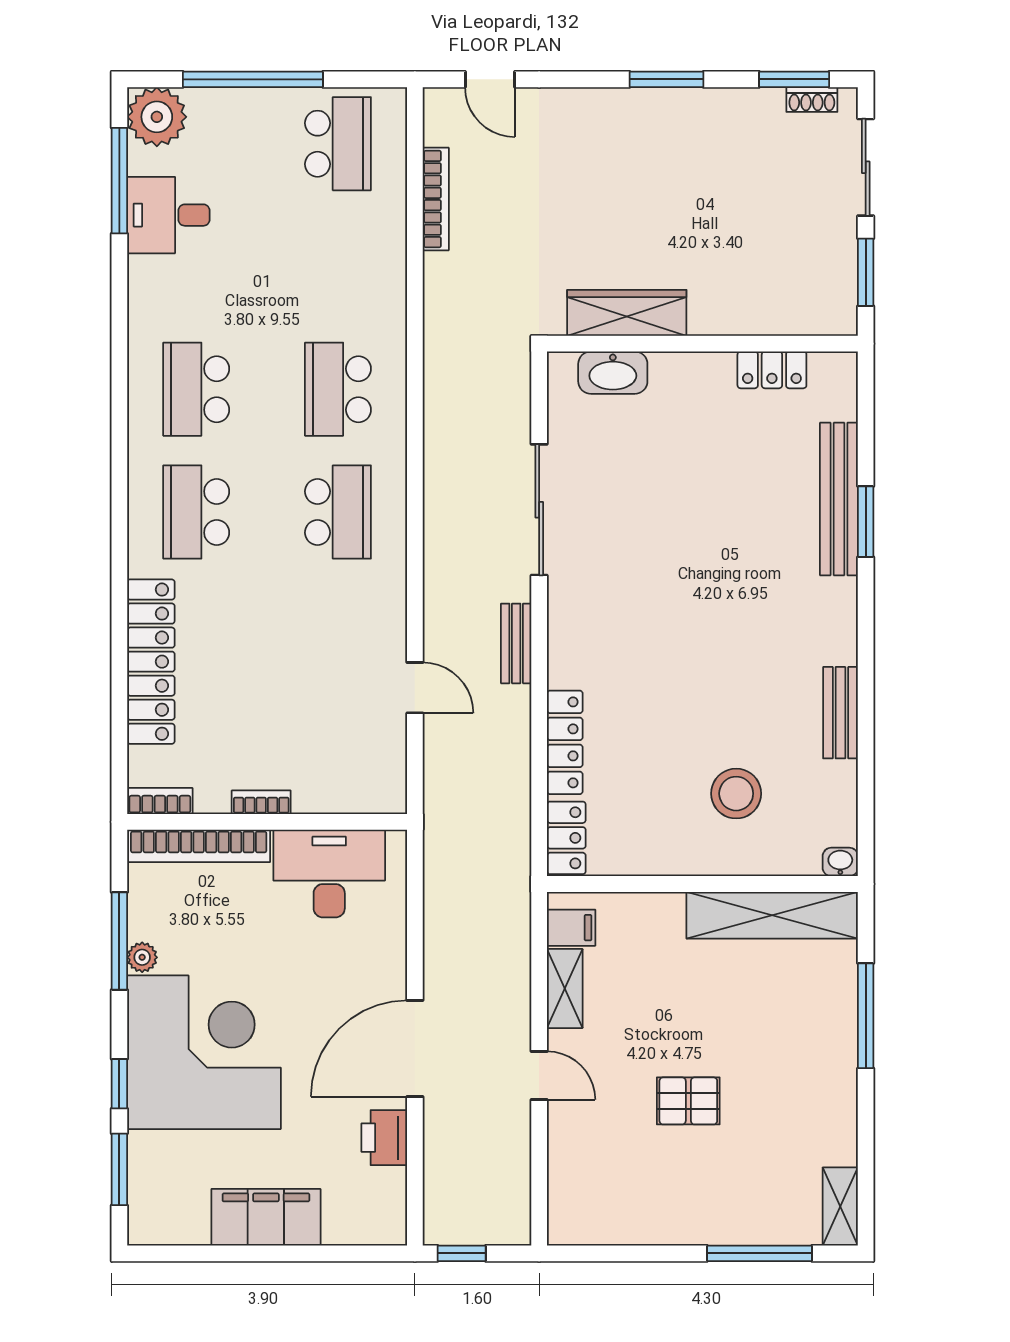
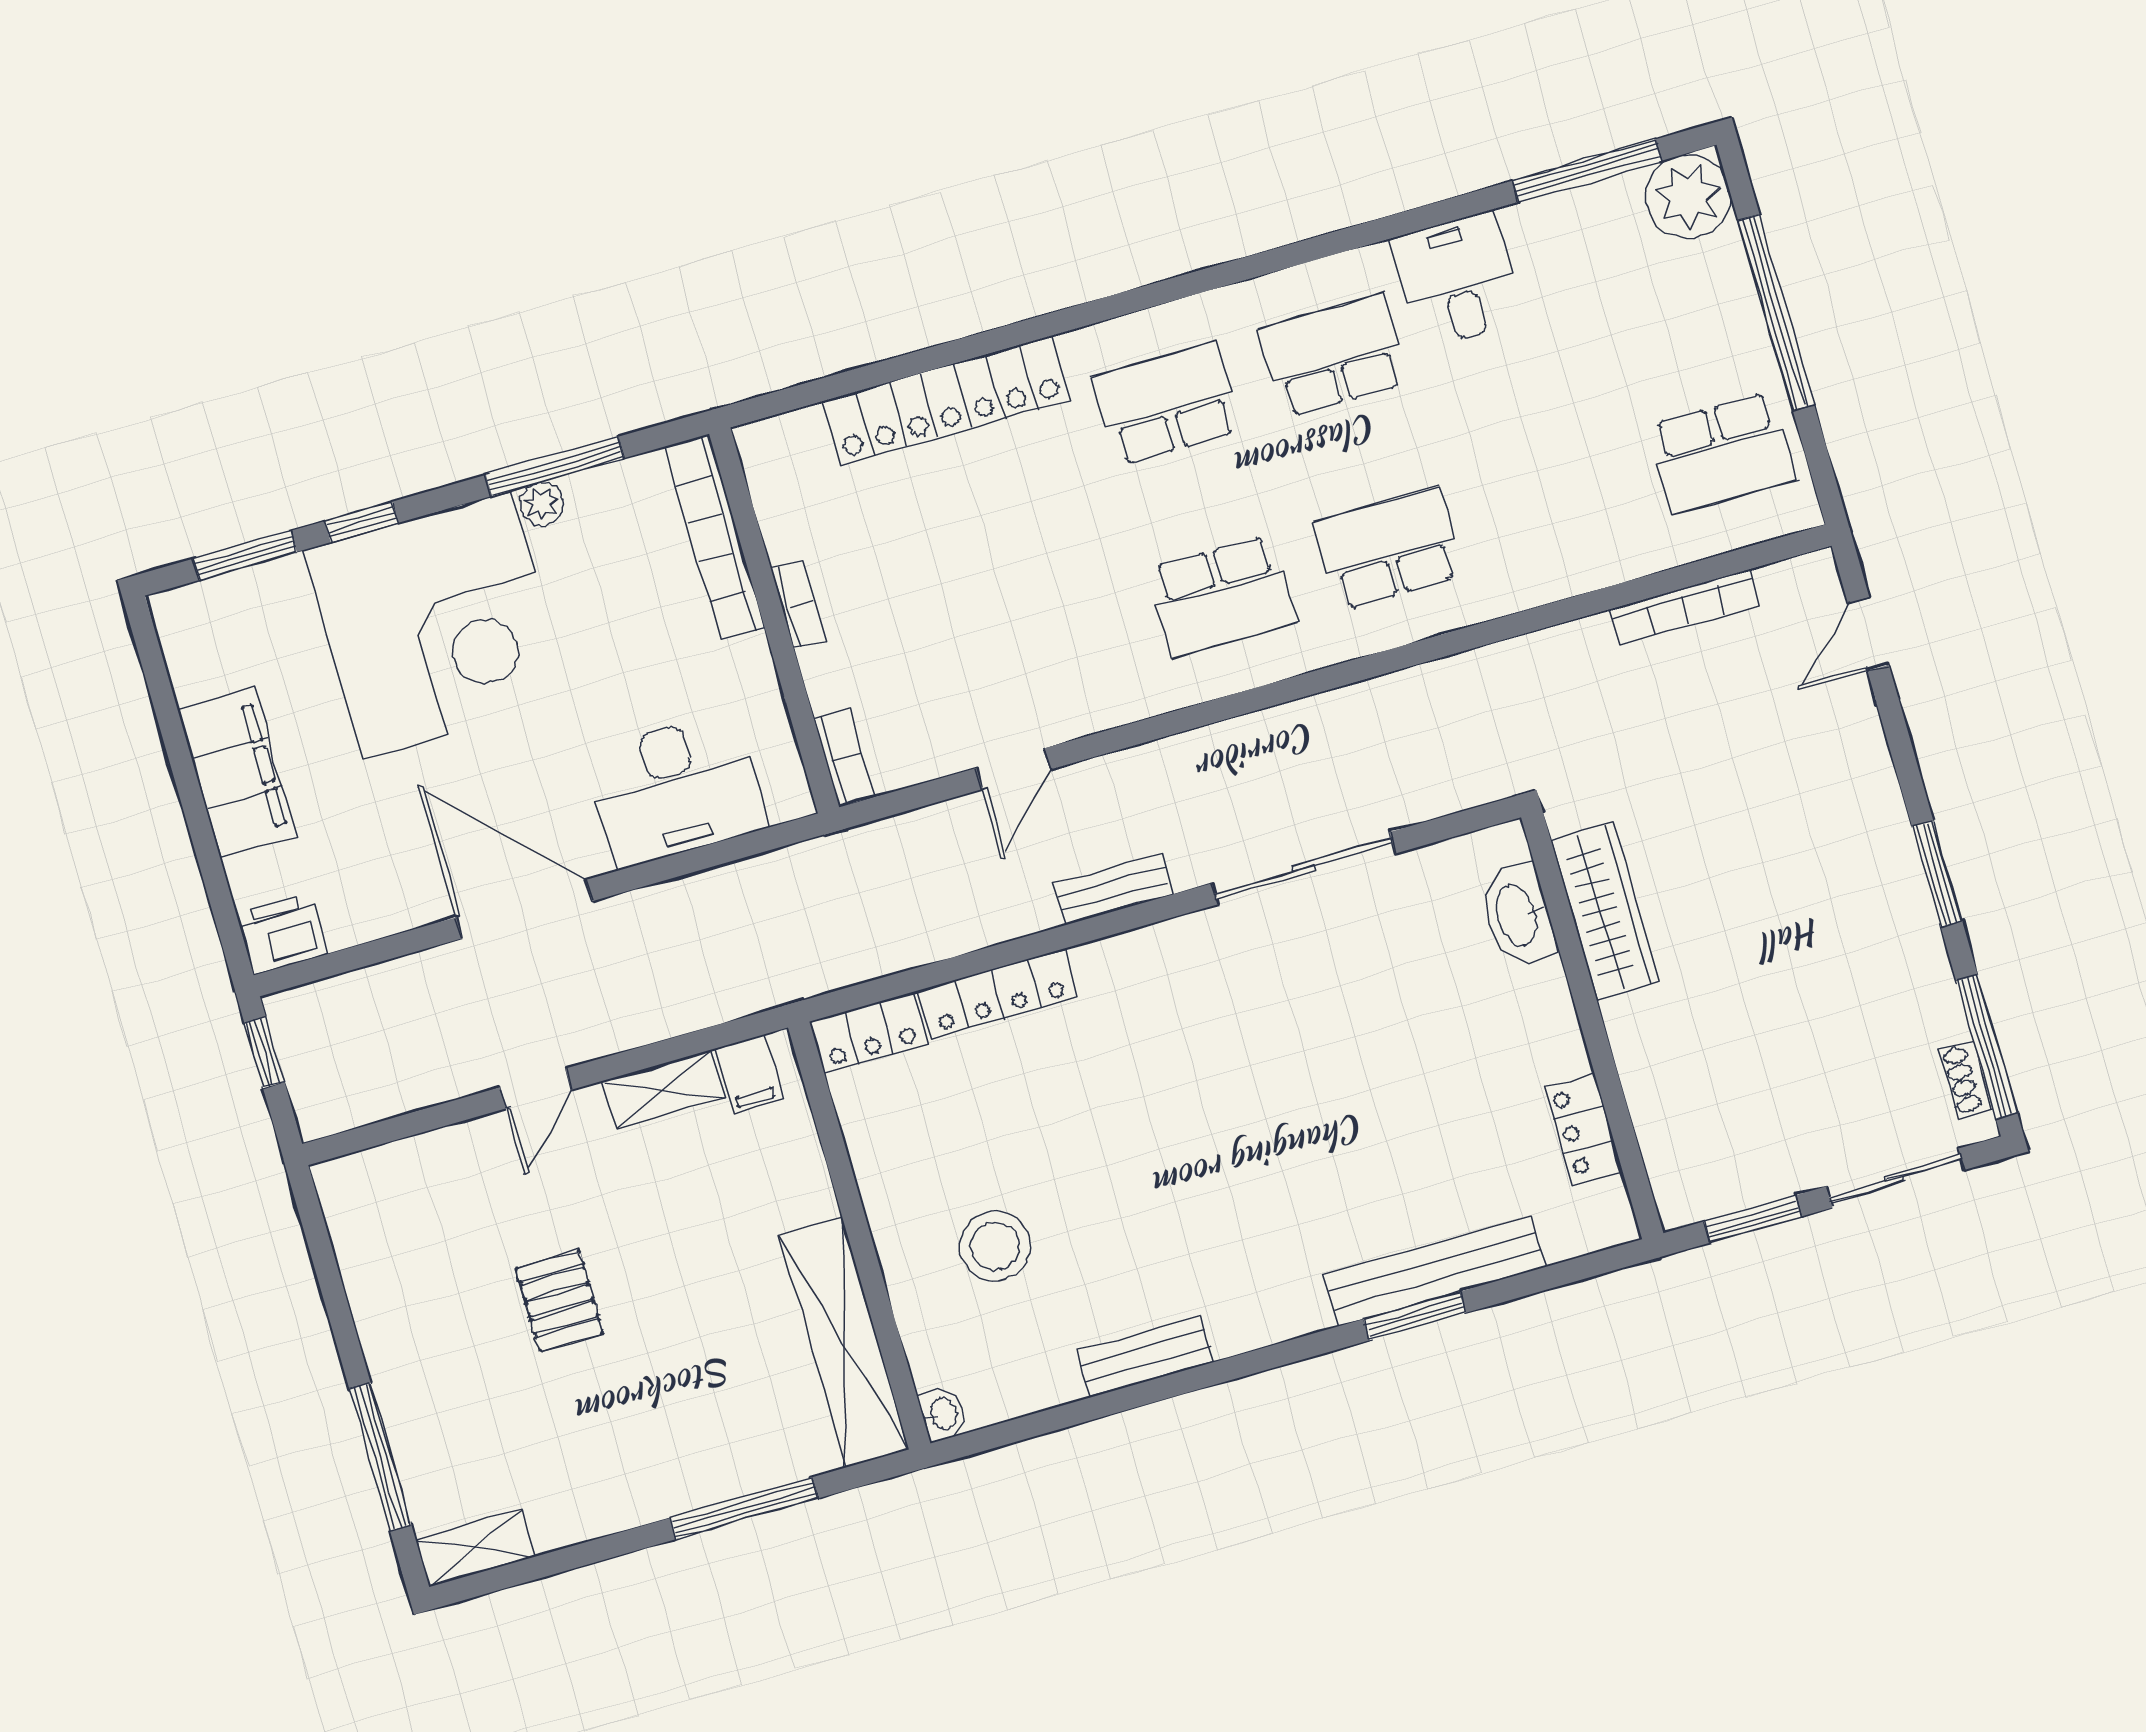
window: (794, 79) -> (1987, 1047), width x1.44
desk: (168, 215) -> (1456, 280), moved
bookcase: (160, 801) -> (844, 758), moved
desk: (329, 874) -> (676, 790), moved, turned 90
printer: (384, 1138) -> (282, 934), moved

